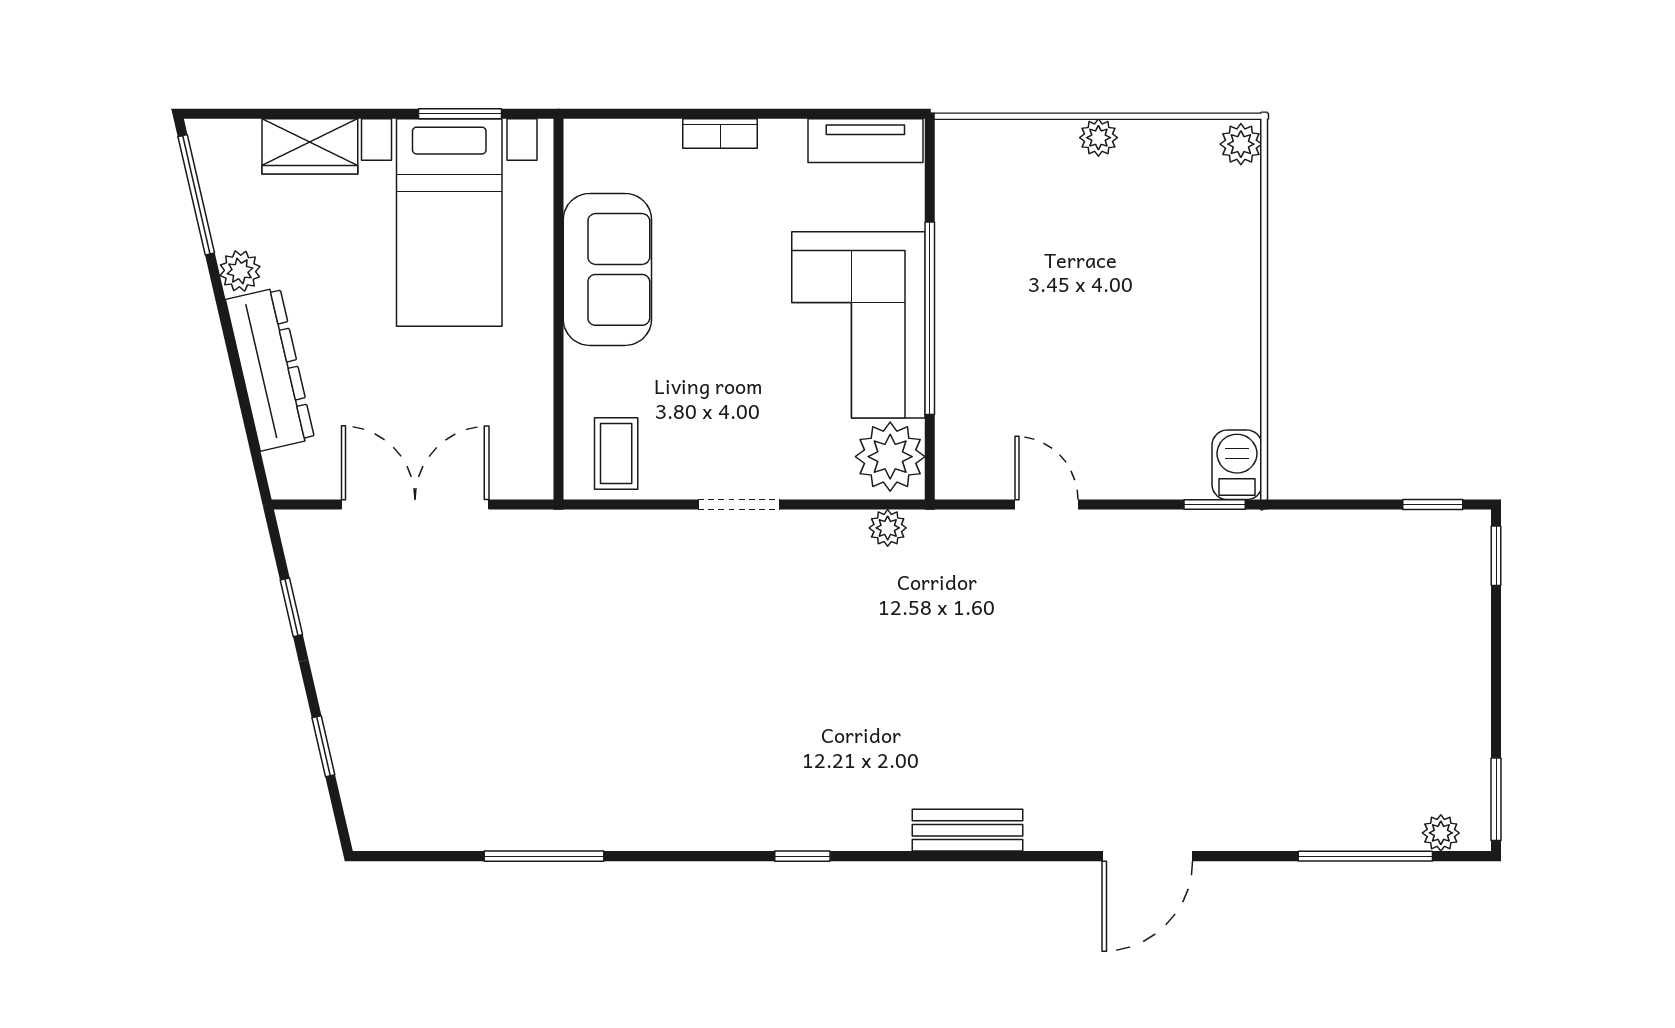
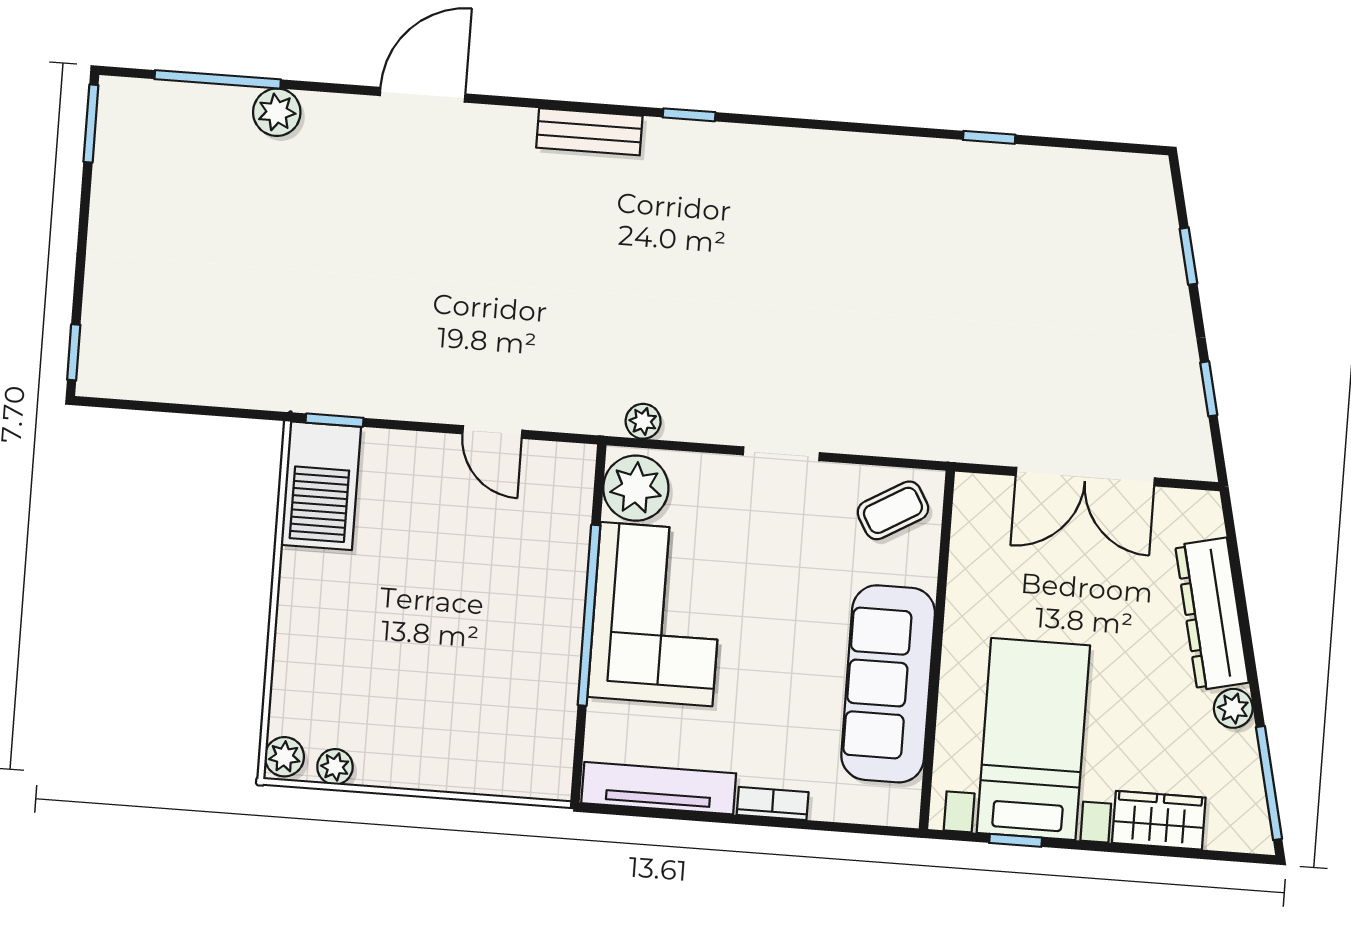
window: (460, 114) -> (1016, 840), width x0.67
plant: (1098, 138) -> (335, 767), moved
tv unit: (865, 141) -> (659, 788), width x1.41
sofa: (607, 269) -> (888, 684), width x1.36
coffee table: (616, 453) -> (893, 510), turned 60
barbecue: (1237, 465) -> (321, 486), width x1.88, depth x1.53
window: (1433, 505) -> (130, 405), removed
plant: (1441, 833) -> (277, 112), moved, width x1.38, depth x1.38
window: (544, 856) -> (989, 137), width x0.46
window: (802, 856) -> (689, 115), moved

